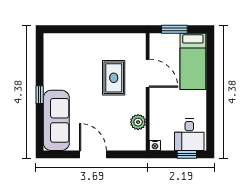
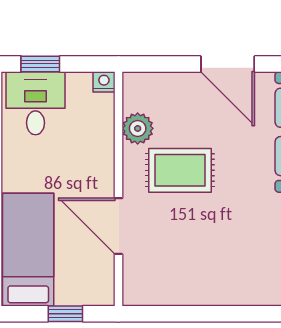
window: (174, 29) -> (65, 314), width x0.67
rug: (114, 78) -> (180, 170), moved, turned 90

